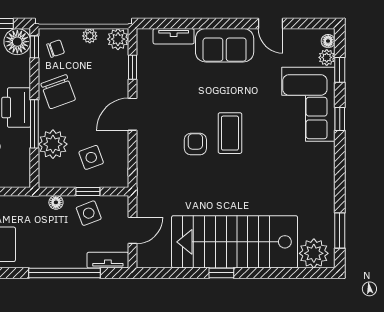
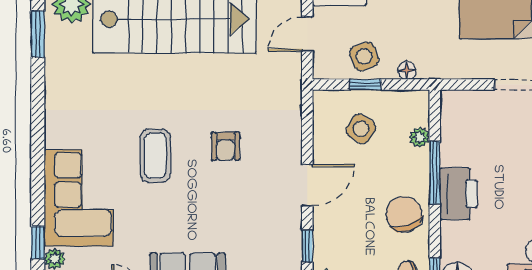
window: (340, 119) -> (38, 179), removed
coffee table: (230, 133) -> (155, 156), moved
plant: (53, 144) -> (420, 137), width x0.53, depth x0.53
side table: (91, 157) -> (361, 129), turned -37

